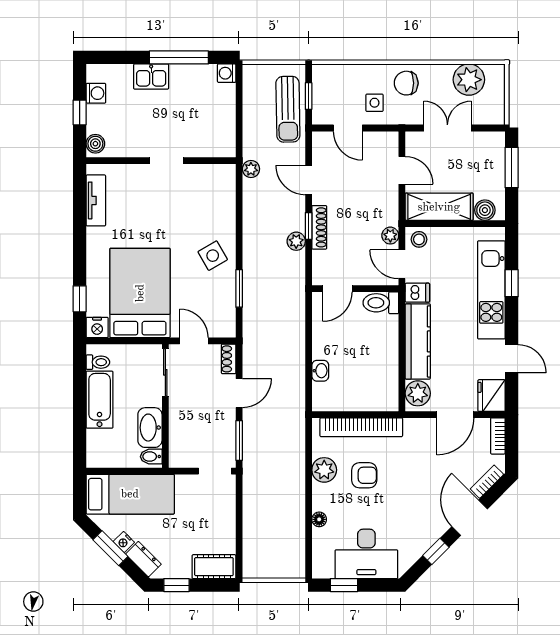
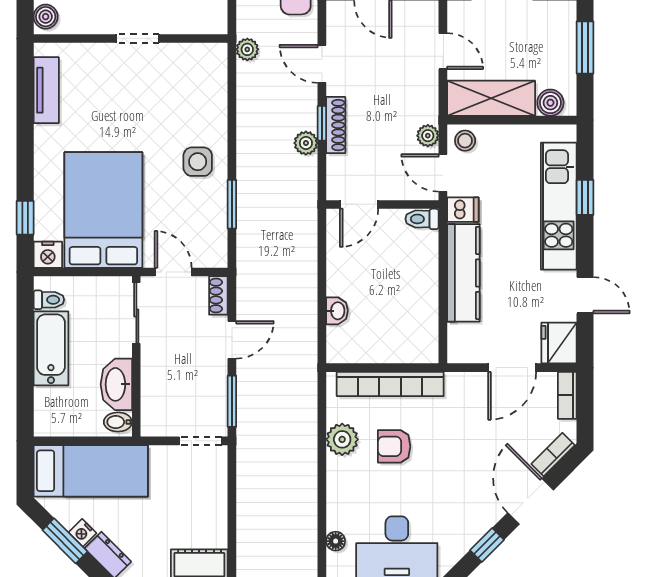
side table: (213, 256) -> (198, 162), turned 30
toilet: (381, 303) -> (422, 219), width x0.73, depth x0.72
plant: (418, 393) -> (463, 340), removed
armchair: (364, 475) -> (394, 446), turned 180
floor lamp: (319, 519) -> (336, 541), moved

